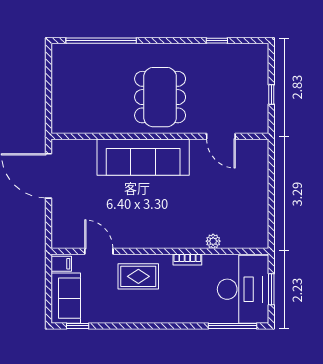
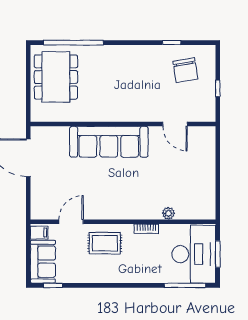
chair: (233, 73) -> (185, 70), added
dining table: (160, 97) -> (56, 77), moved
door: (99, 251) -> (71, 222), hinge flipped

